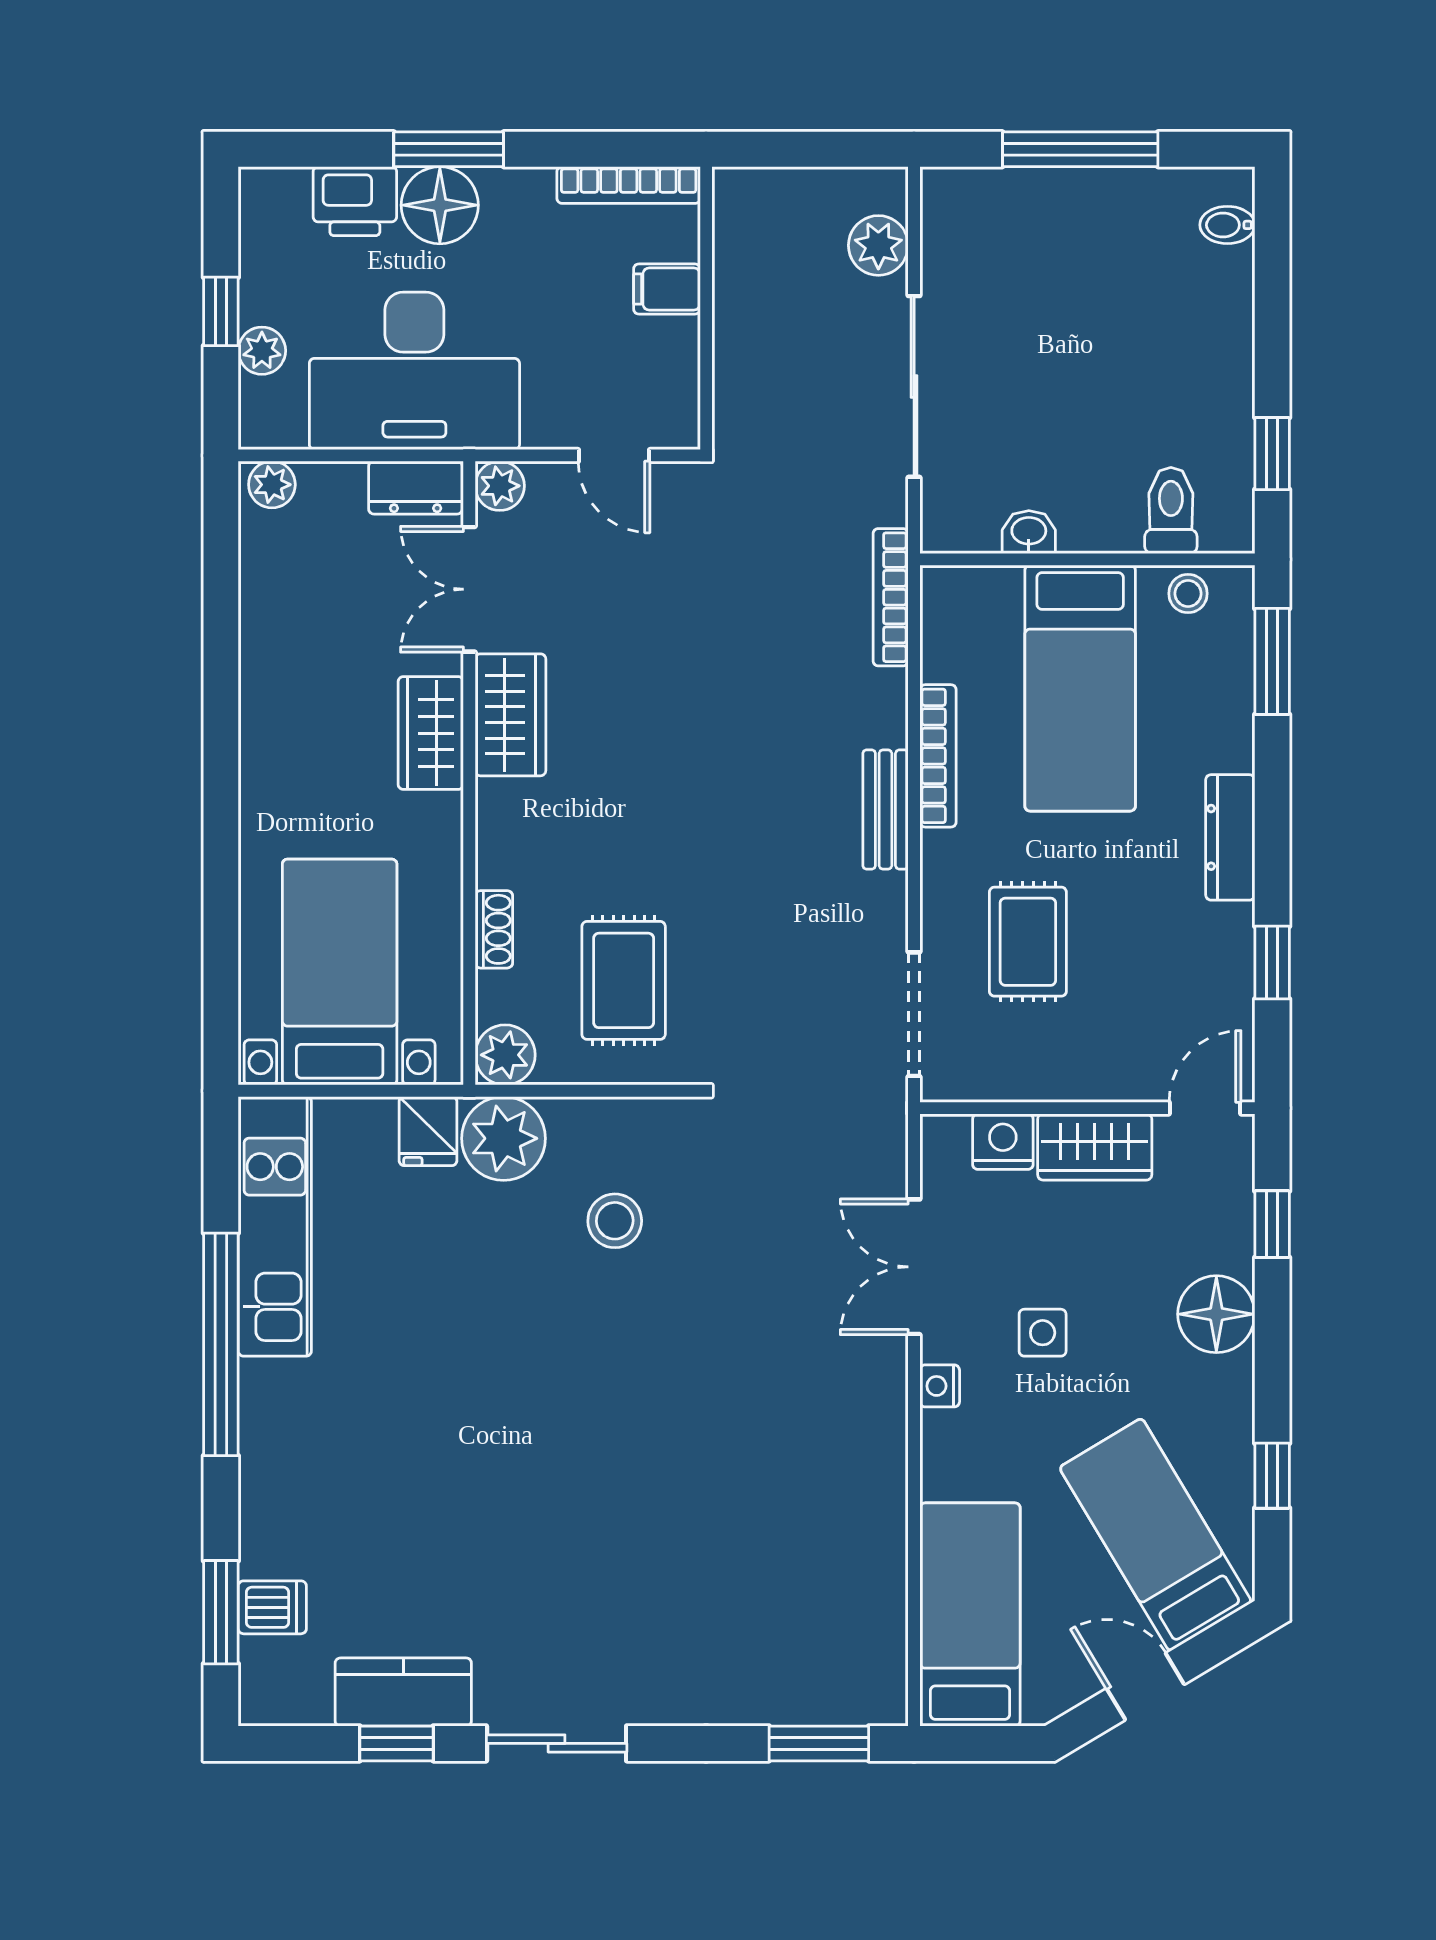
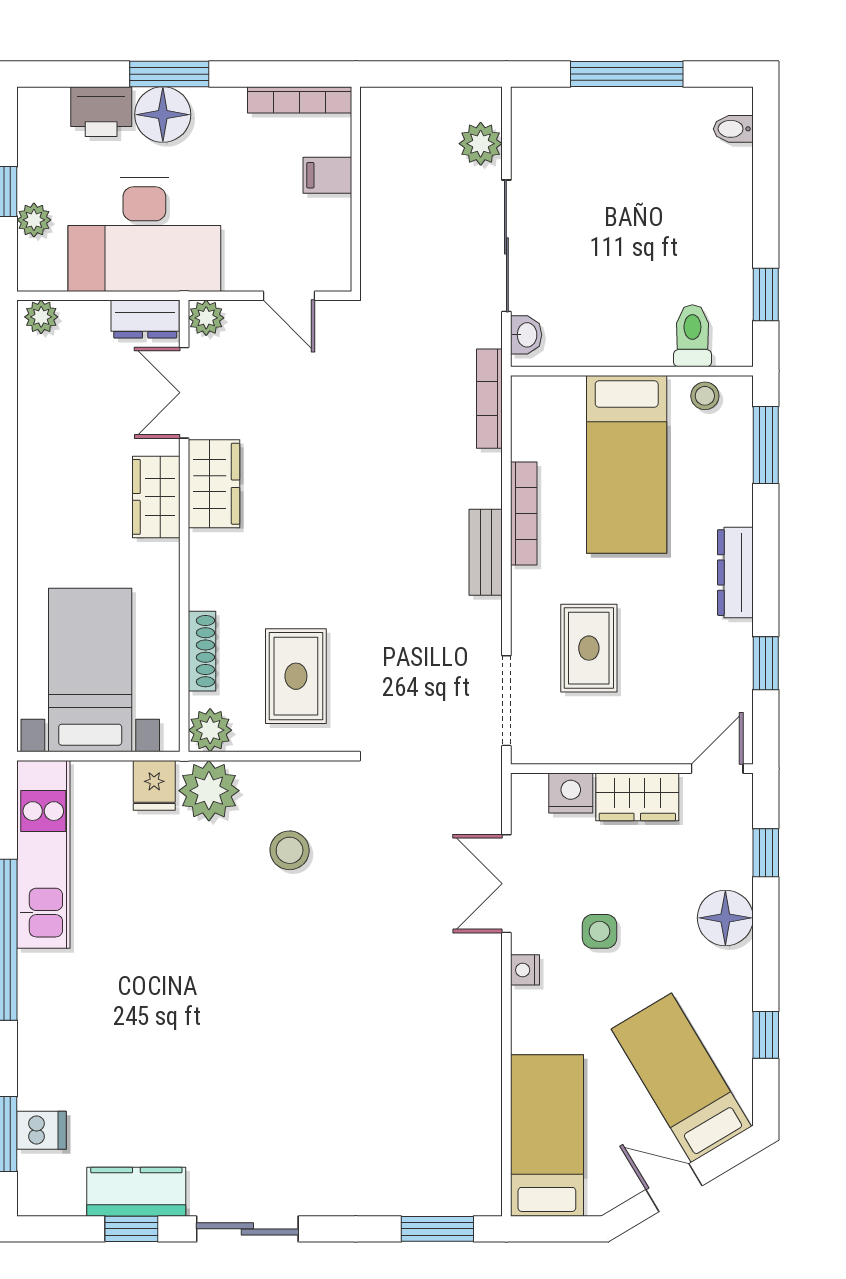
washbasin: (1029, 532) -> (526, 335), moved, turned 90
shoe rack: (494, 929) -> (202, 651), width x1.43

